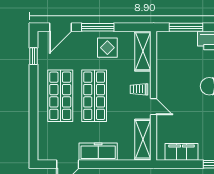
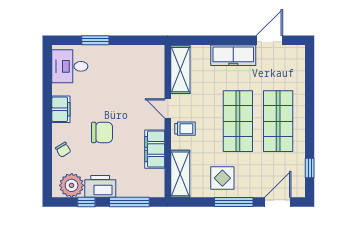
filing cabinet: (182, 152) -> (155, 149), moved, turned 90

